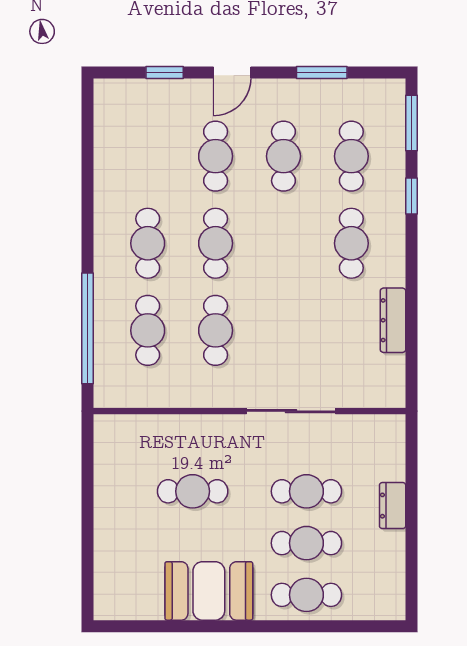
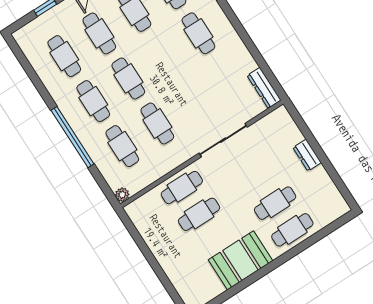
cafe table: (148, 156) -> (64, 56), added
dresser: (393, 320) -> (264, 88), moved
window: (88, 328) -> (72, 137), moved
plant: (105, 397) -> (122, 195), added
cafe table: (306, 491) -> (182, 188), moved

